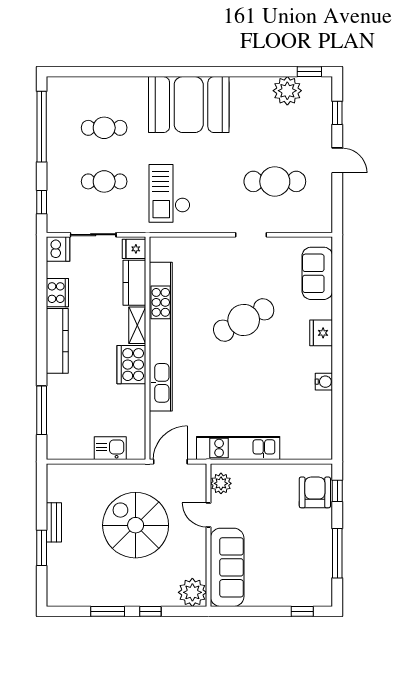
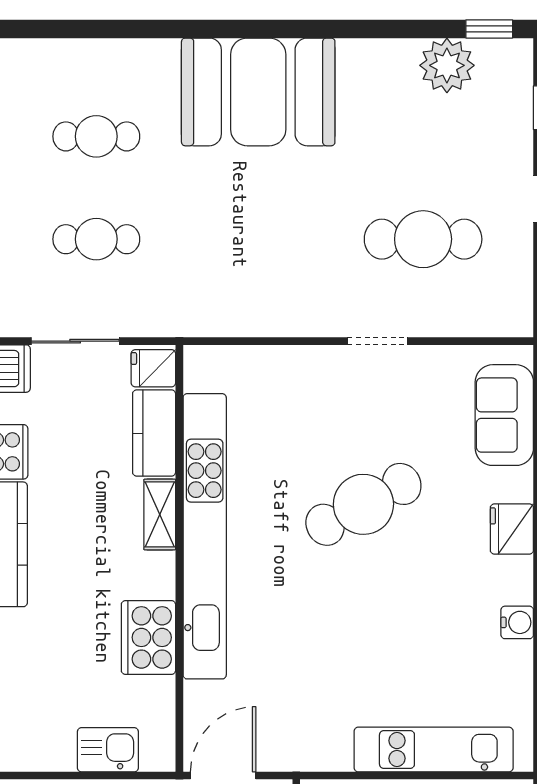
checkout: (169, 193) -> (221, 262), removed
cooker: (131, 365) -> (148, 637), moved
kitchen unit: (238, 448) -> (434, 750), moved

